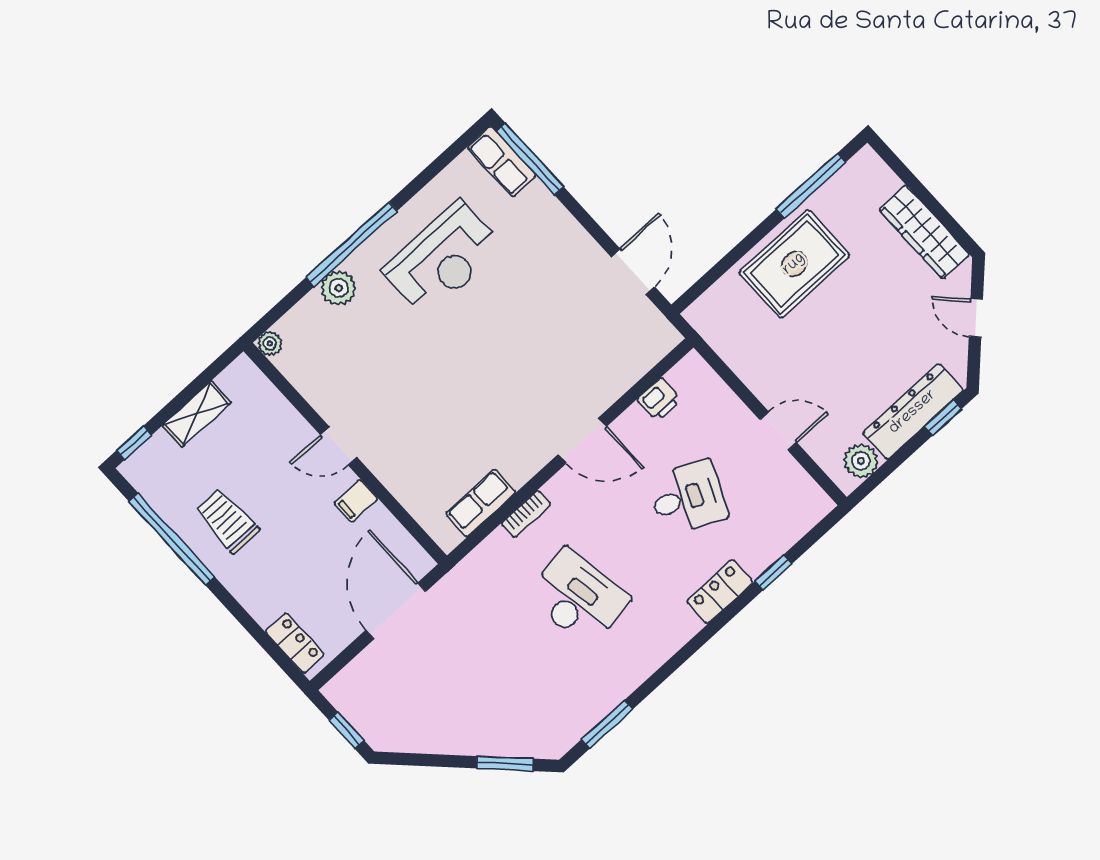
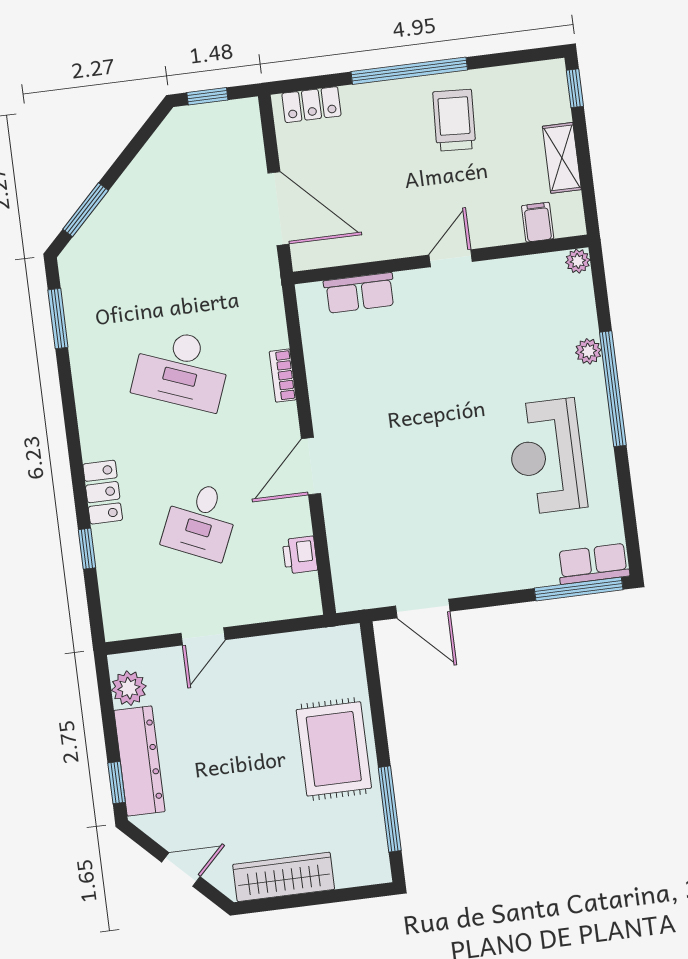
plant: (339, 288) -> (588, 351), width x0.73, depth x0.73
filing cabinet: (356, 501) -> (538, 222), moved
row of seats: (481, 503) -> (360, 293), moved, turned 90
trolley: (227, 521) -> (454, 120), turned -87
window: (172, 539) -> (409, 71), moved
desk: (578, 598) -> (182, 369), turned 30

